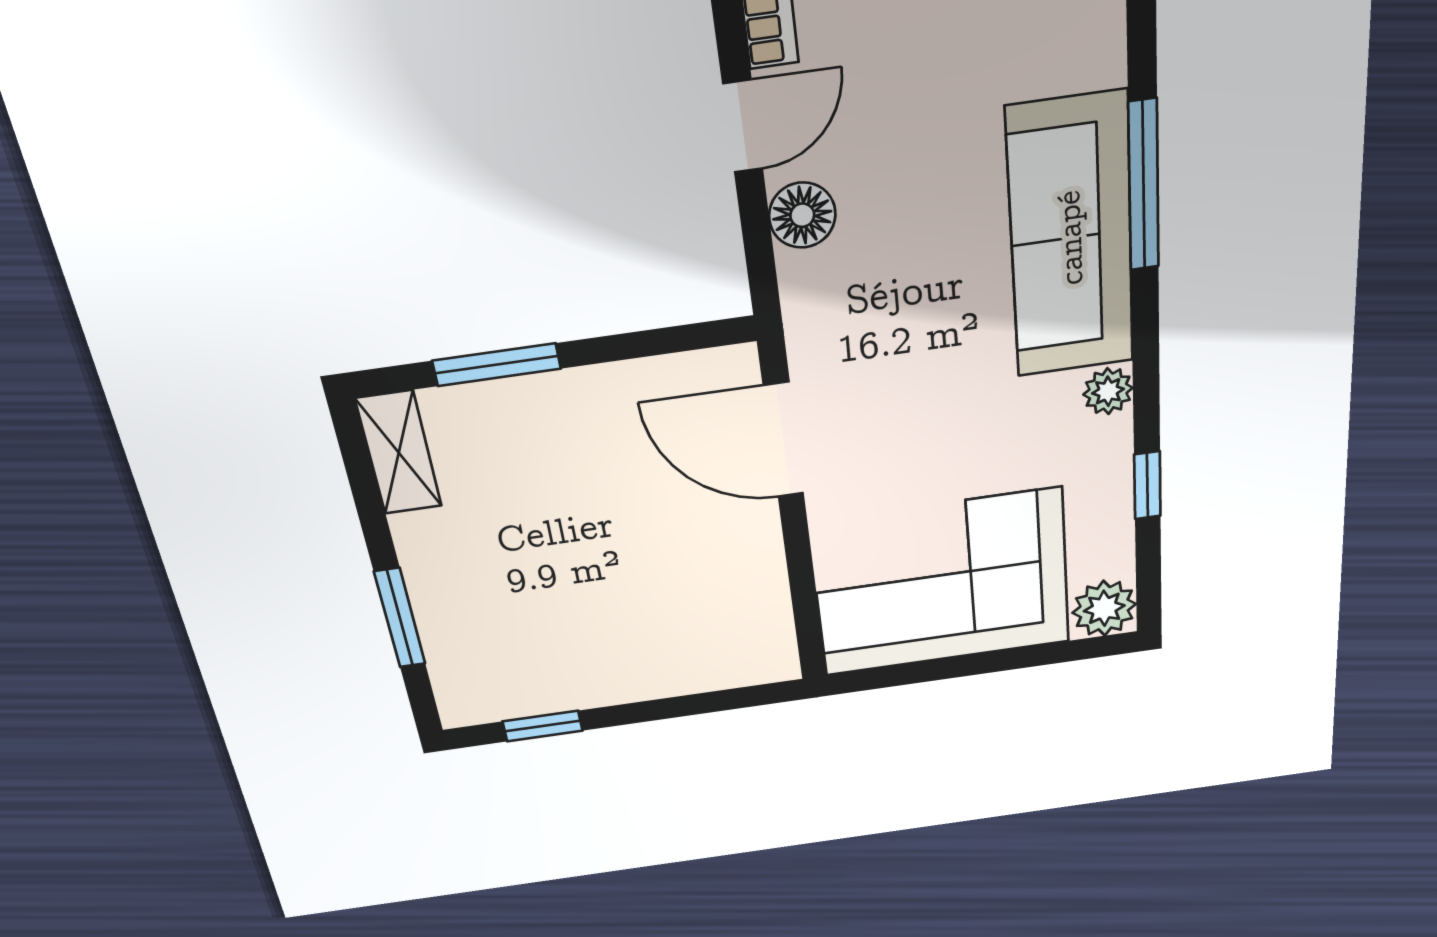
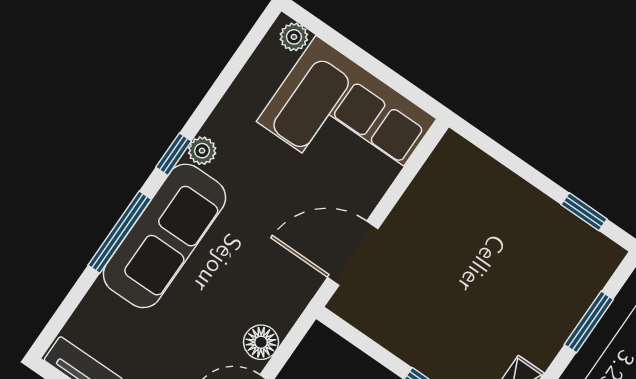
door: (784, 440) -> (353, 253), swing flipped
window: (1147, 485) -> (174, 154), moved
plant: (1104, 608) -> (294, 37), width x0.73, depth x0.73

